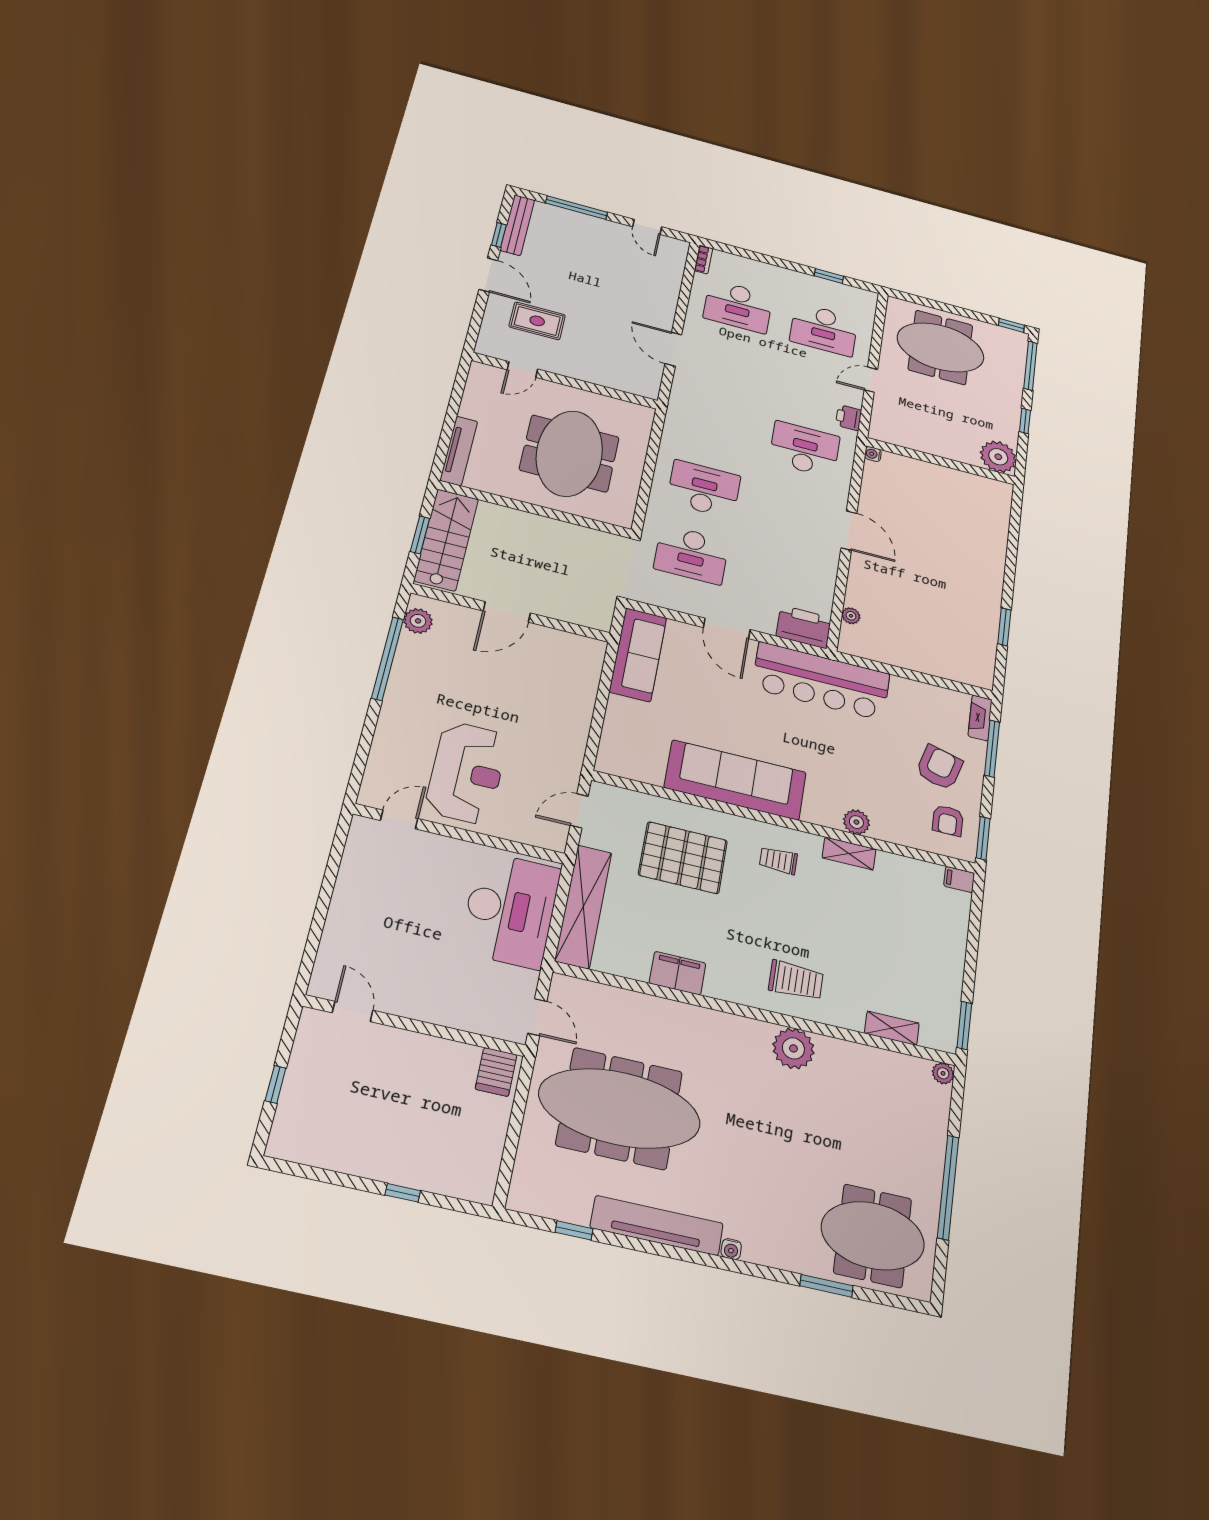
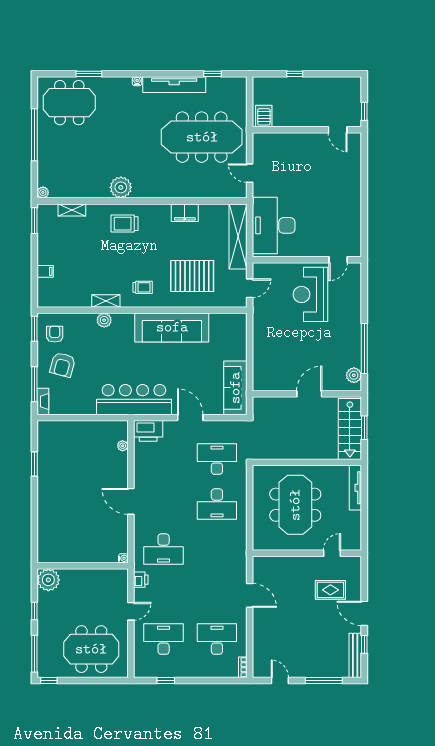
filing cabinet: (959, 879) -> (45, 271), moved
door: (353, 1011) -> (338, 130), moved
wall: (415, 1026) -> (307, 130), moved
server rack: (496, 1072) -> (264, 116), moved

